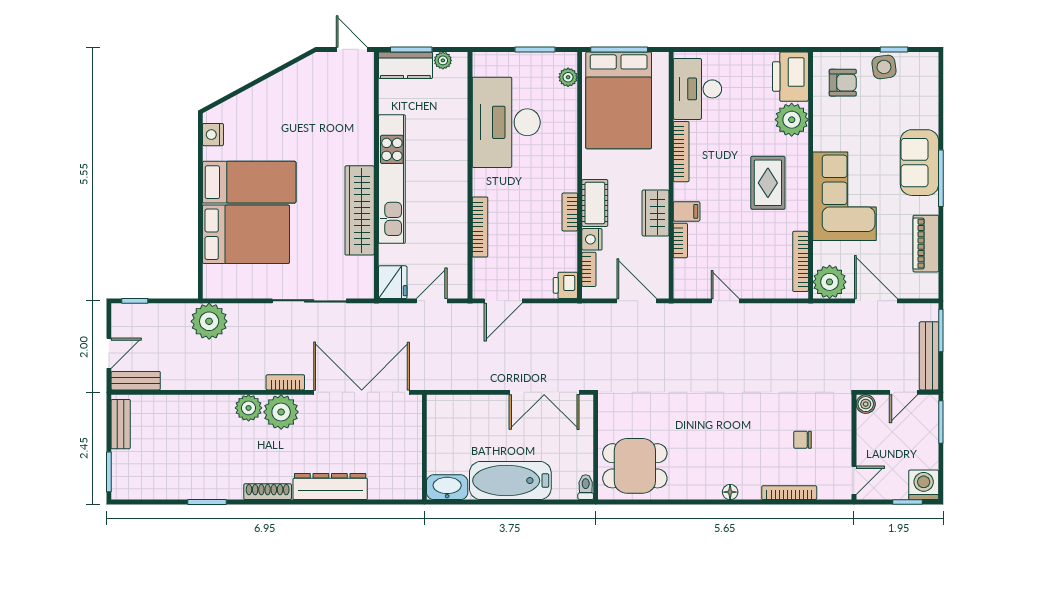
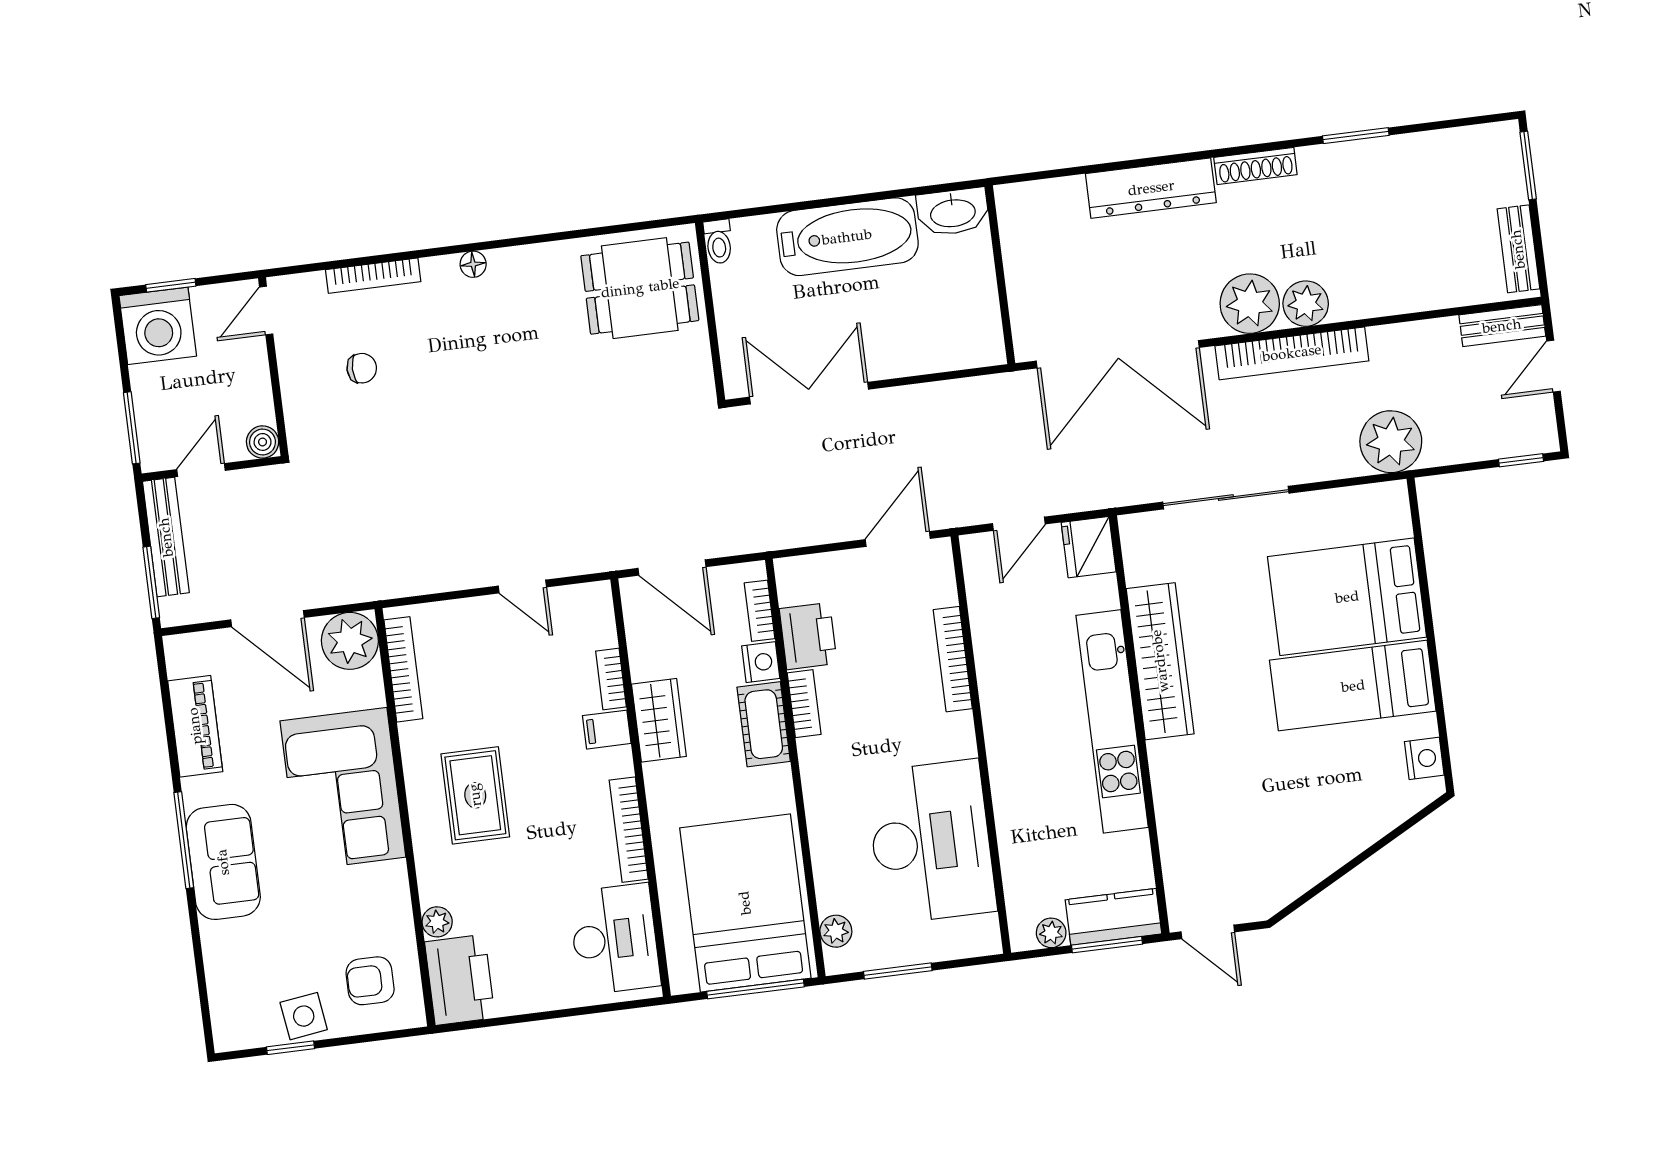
plant: (792, 120) -> (437, 922), width x0.53, depth x0.53
printer: (565, 285) -> (808, 636), moved, width x1.36, depth x1.24
bookcase: (285, 382) -> (1292, 353), width x2.31, depth x1.31
washing machine: (924, 485) -> (158, 326), width x1.37, depth x1.37

